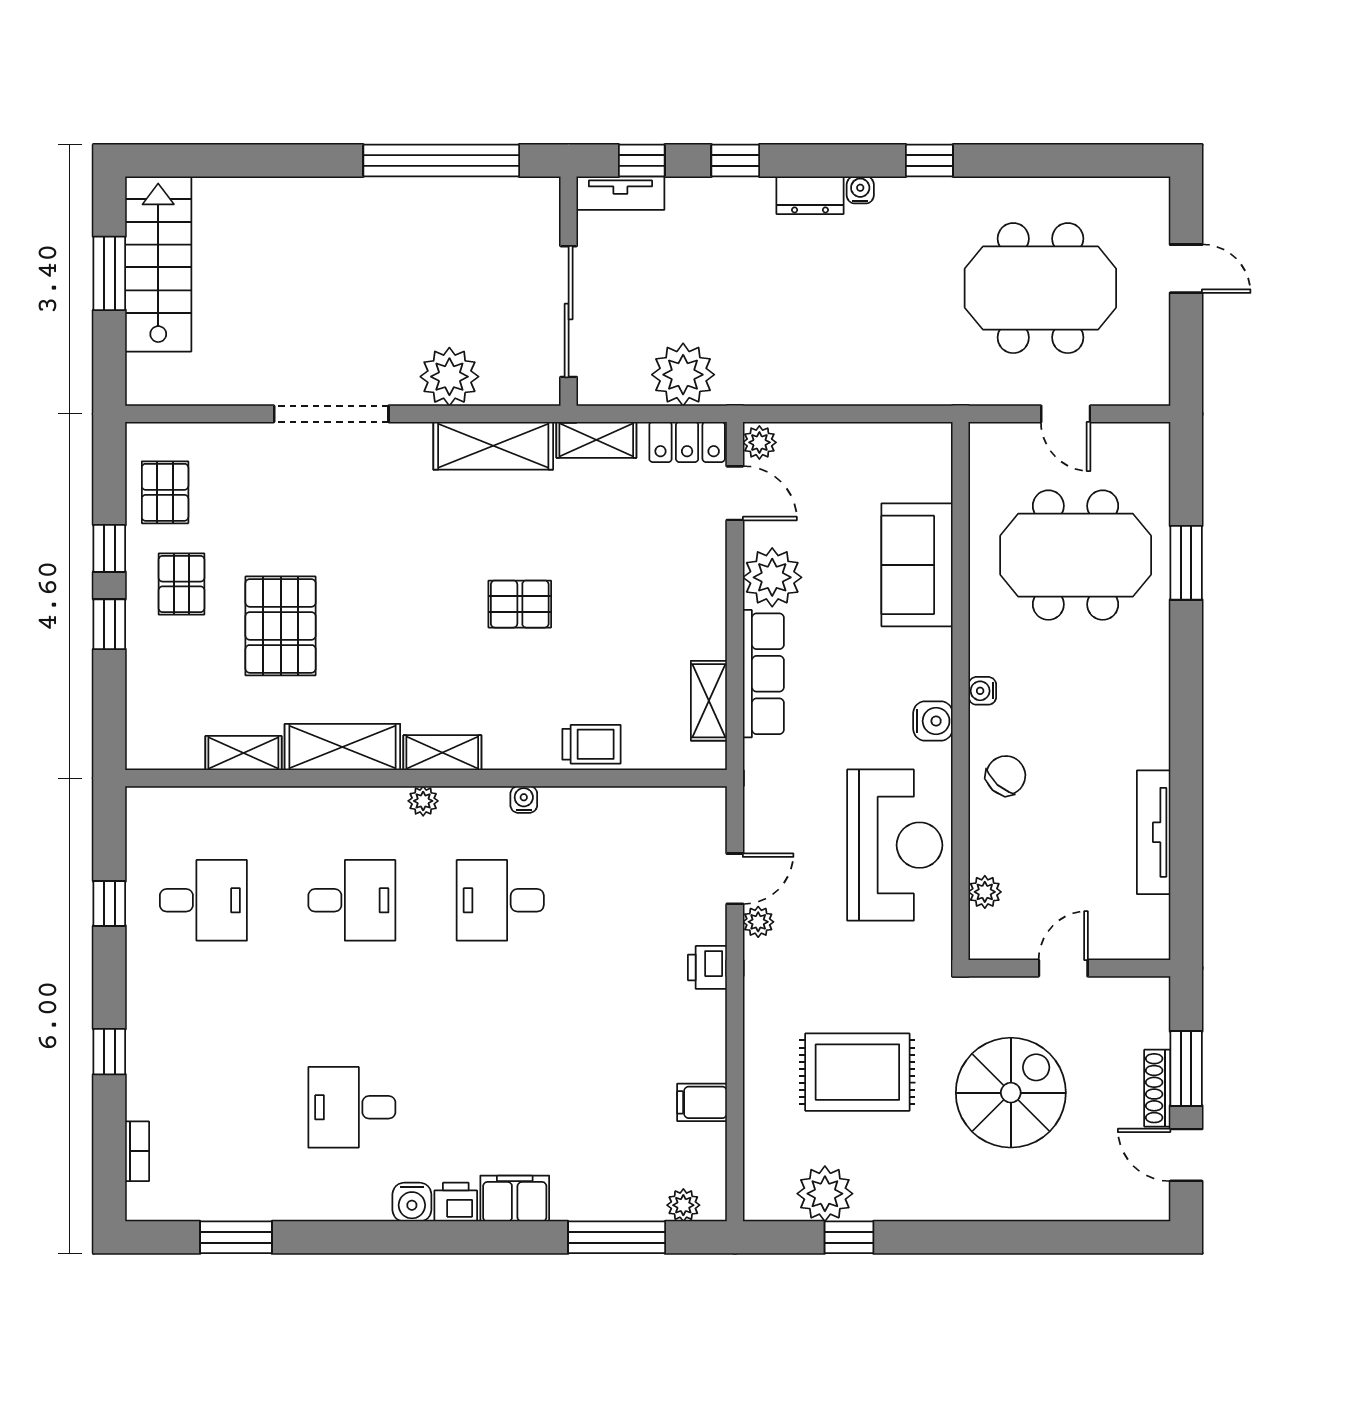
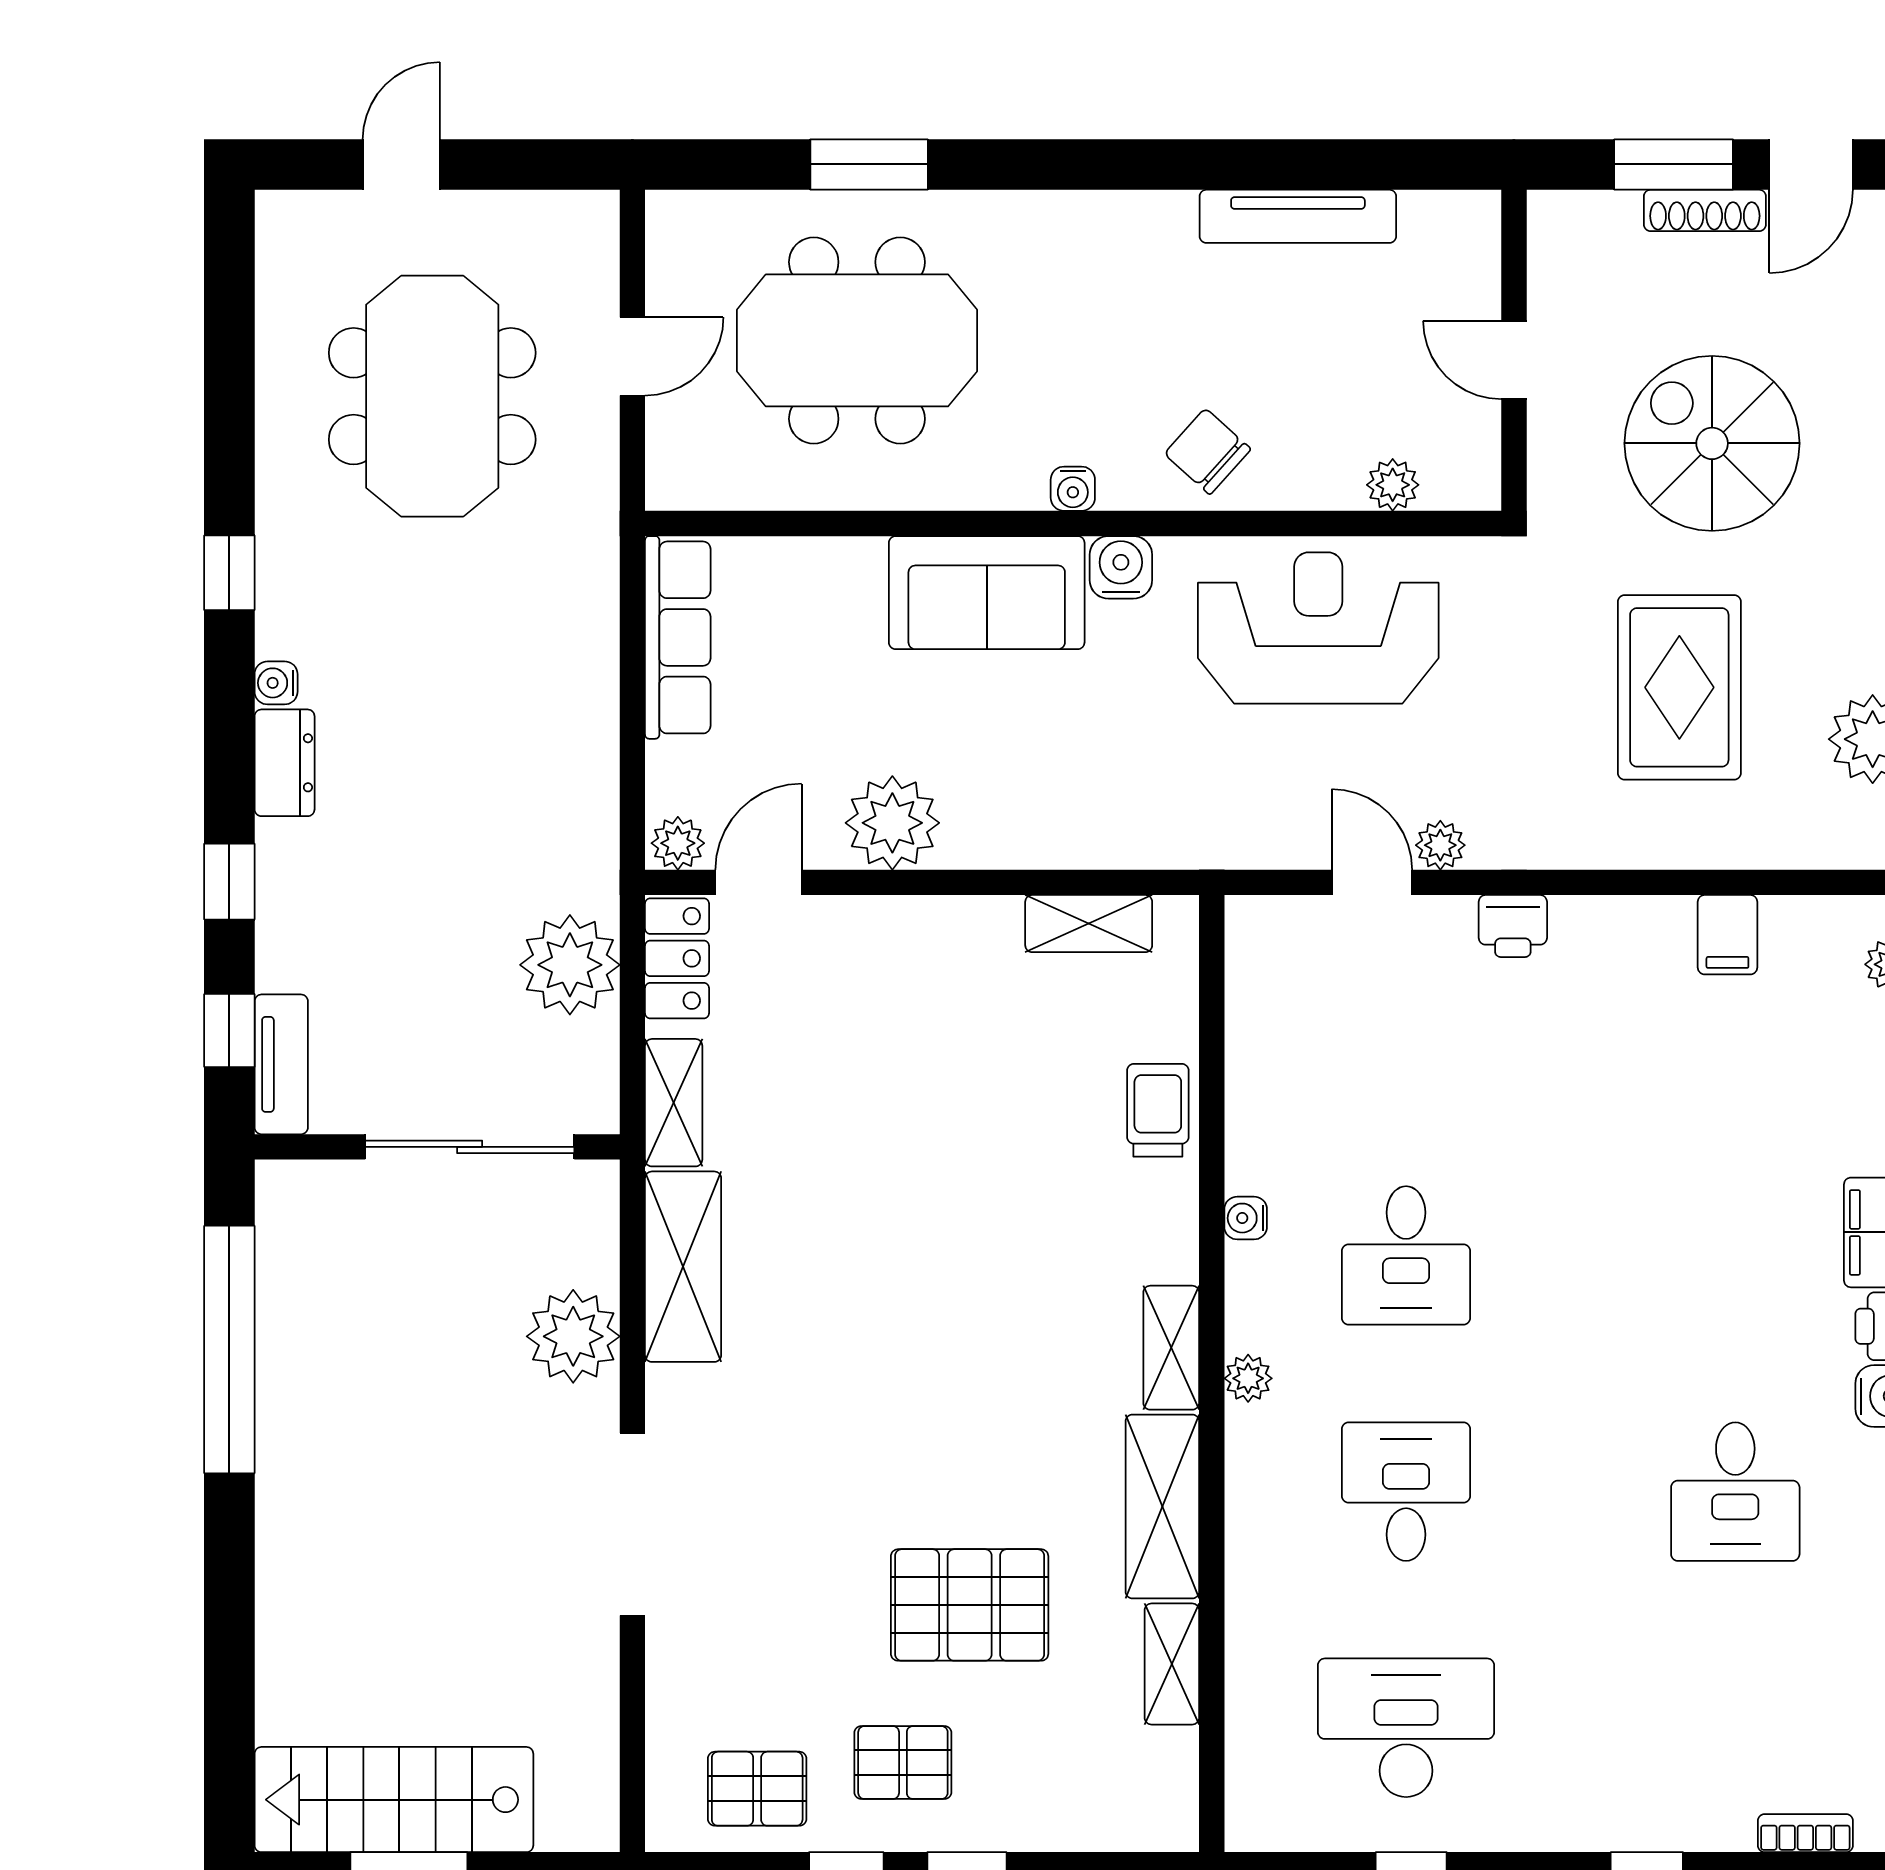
meeting table: (1076, 555) -> (857, 340), turned 90
sofa: (917, 565) -> (987, 593), moved
pallet: (520, 604) -> (935, 1224), removed
row of seats: (763, 674) -> (678, 637), moved, turned 90
desk: (203, 900) -> (1406, 1728), width x1.37

